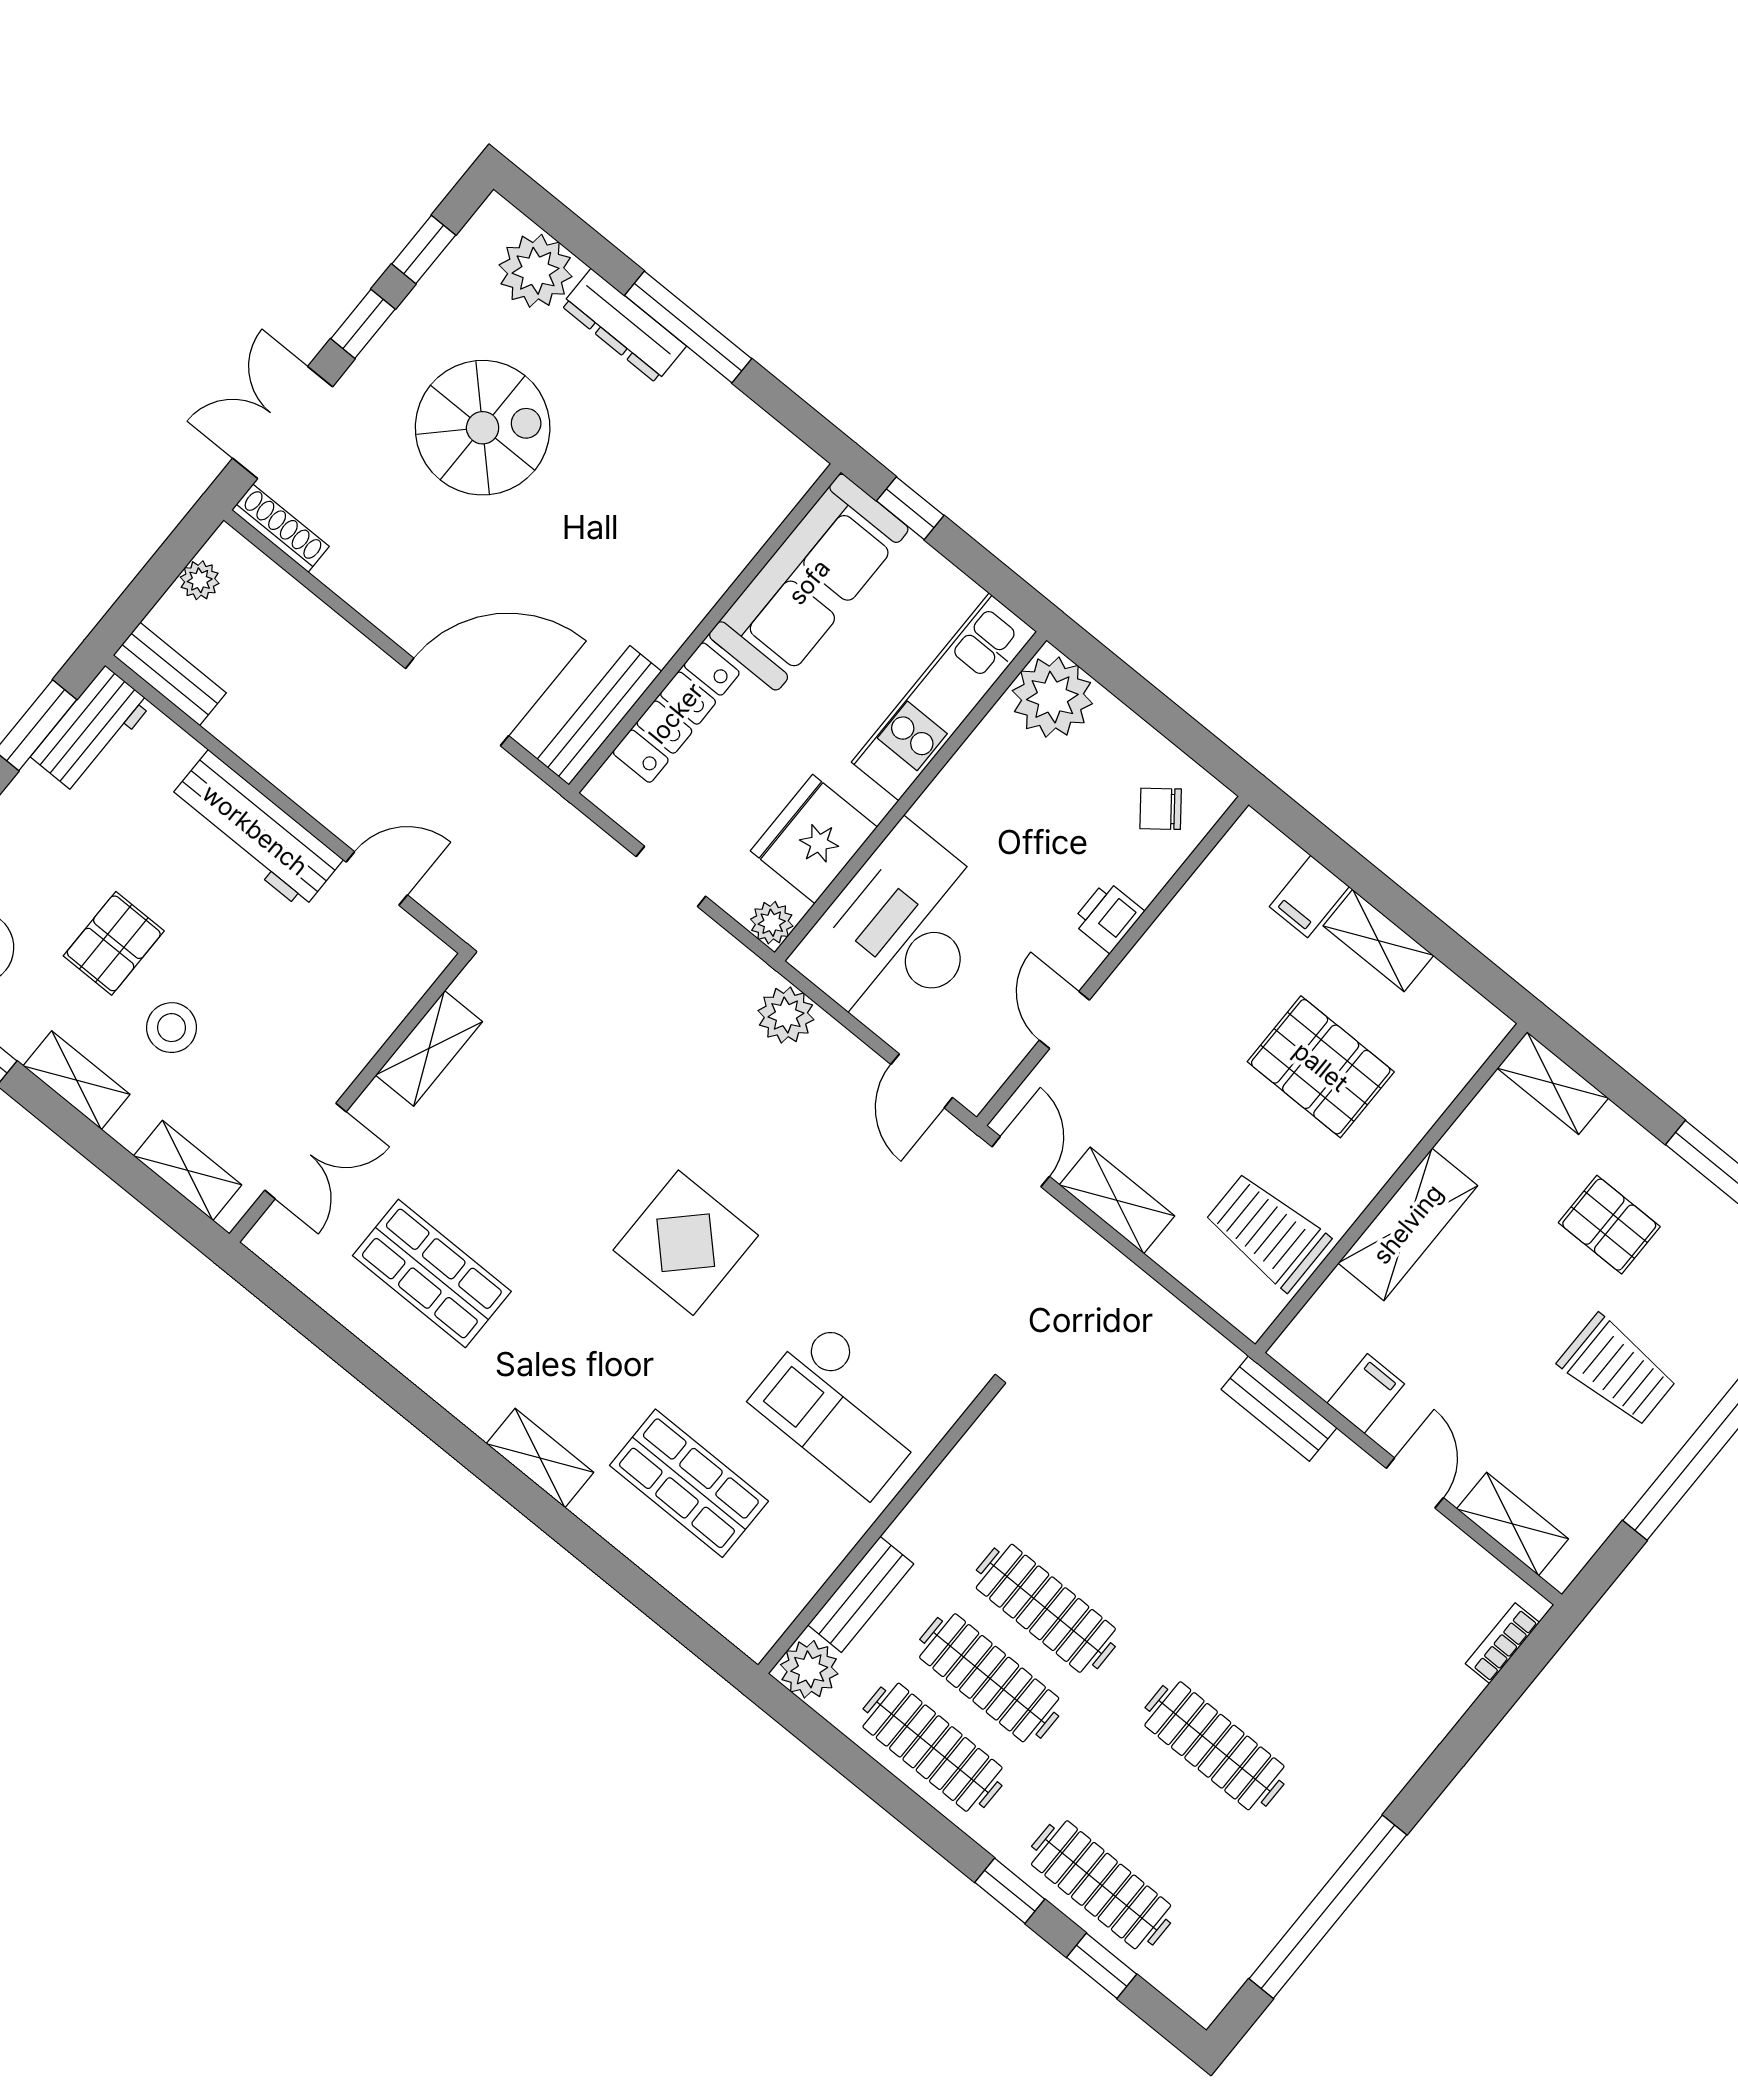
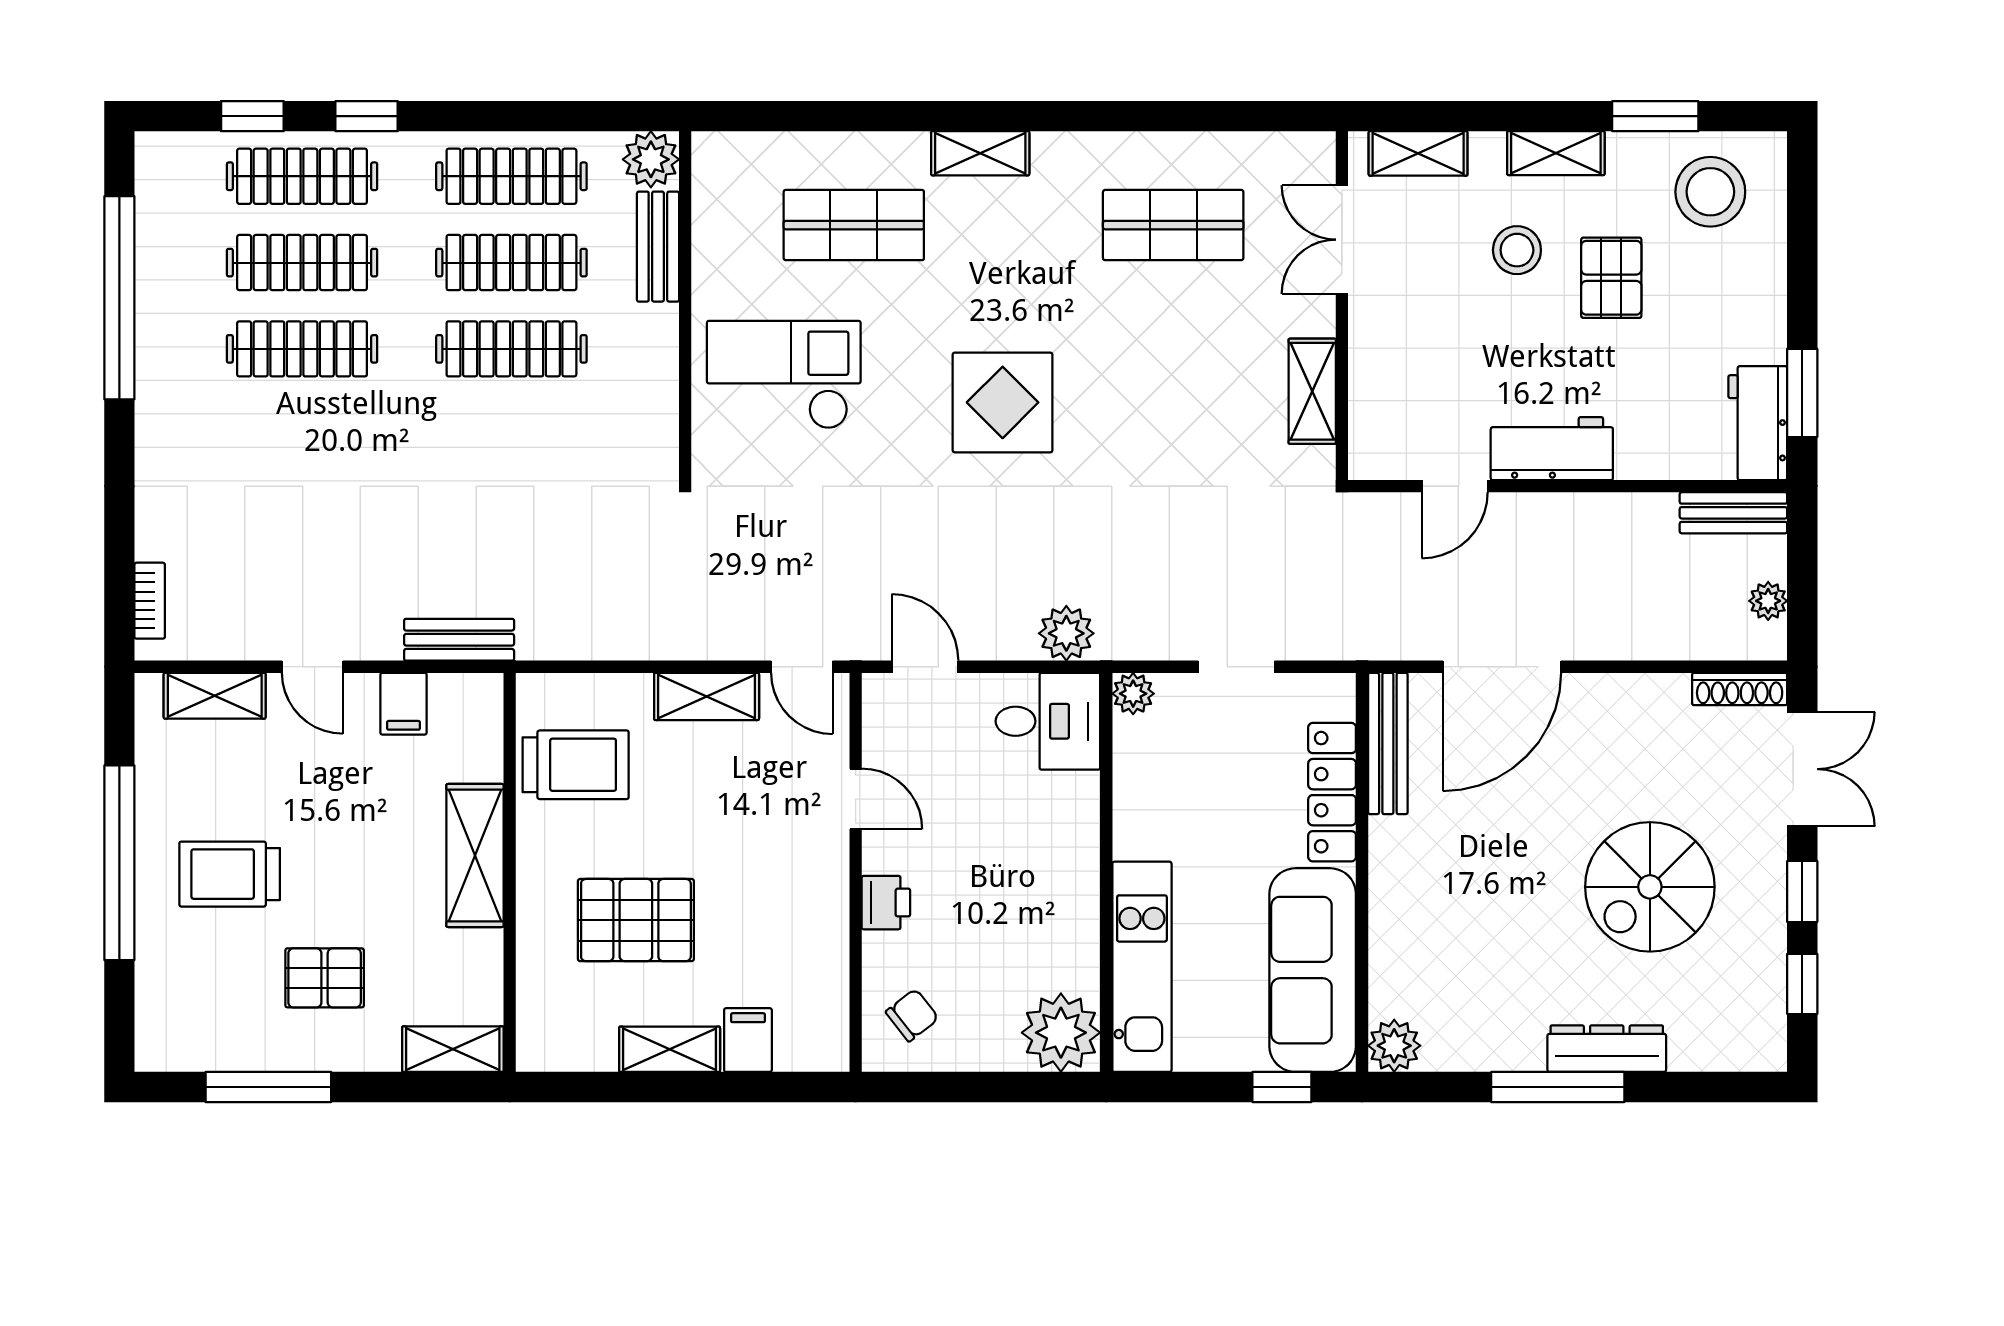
plant: (536, 271) -> (1394, 1046), moved, width x0.73, depth x0.73
workbench: (255, 830) -> (1552, 449), width x0.73
fridge: (814, 839) -> (1153, 782), removed
desk: (899, 932) -> (1048, 721), width x0.53, depth x0.77
clothes rail: (1158, 1815) -> (302, 263), added

